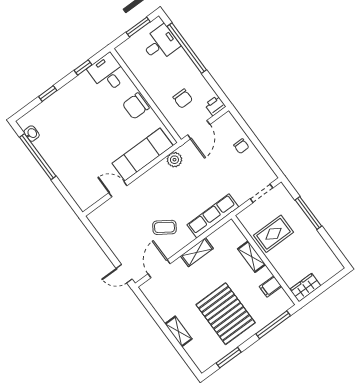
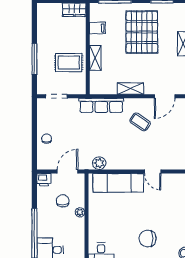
plant: (158, 100) -> (80, 212), added
chair: (136, 106) -> (148, 239), moved, turned 180

